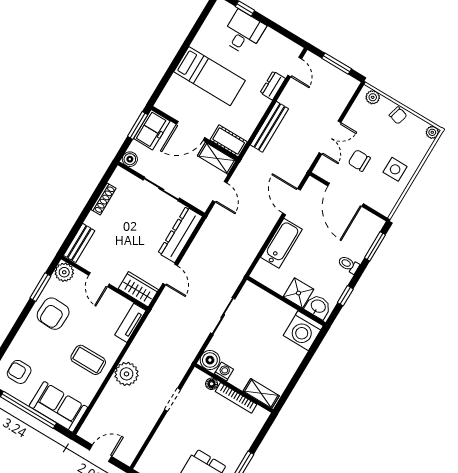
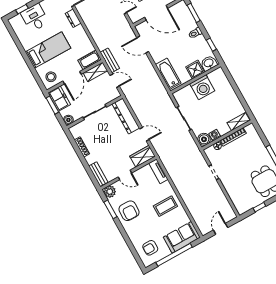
stool: (175, 101) -> (51, 77), added
bench: (269, 127) -> (110, 60), moved, width x0.73
bathtub: (281, 243) -> (168, 74), moved
washing machine: (303, 331) -> (202, 87), moved
plant: (127, 374) -> (185, 190), removed

